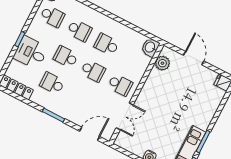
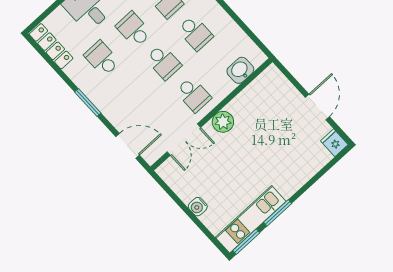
school desk: (107, 44) -> (195, 33), turned 180
washbasin: (150, 47) -> (240, 70), moved
door: (194, 58) -> (317, 107), moved
plant: (162, 63) -> (223, 122), moved

